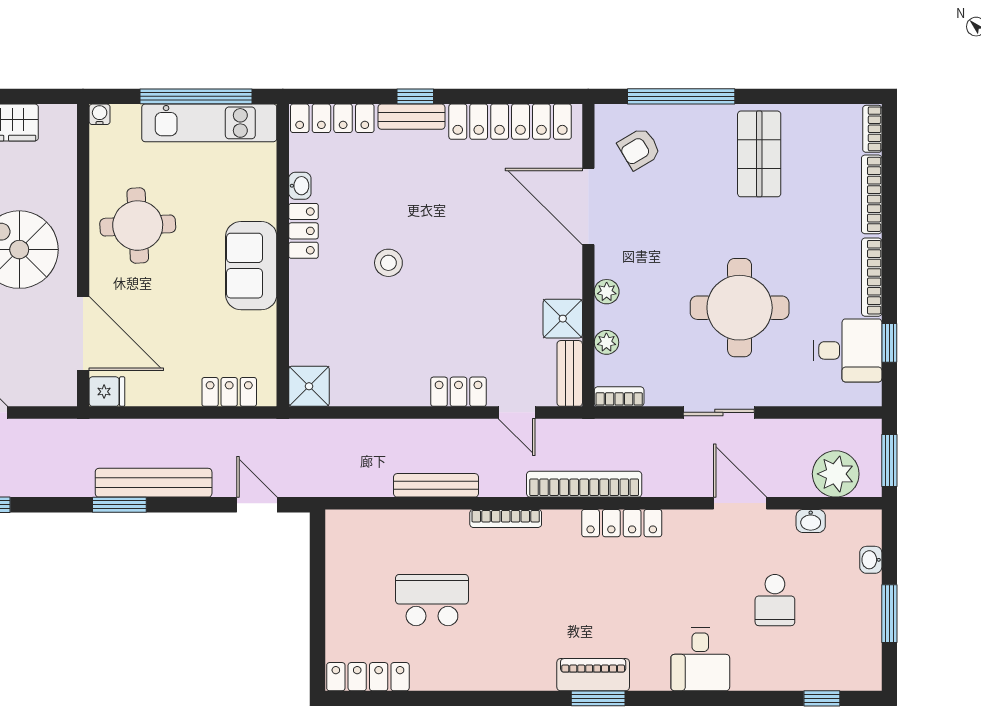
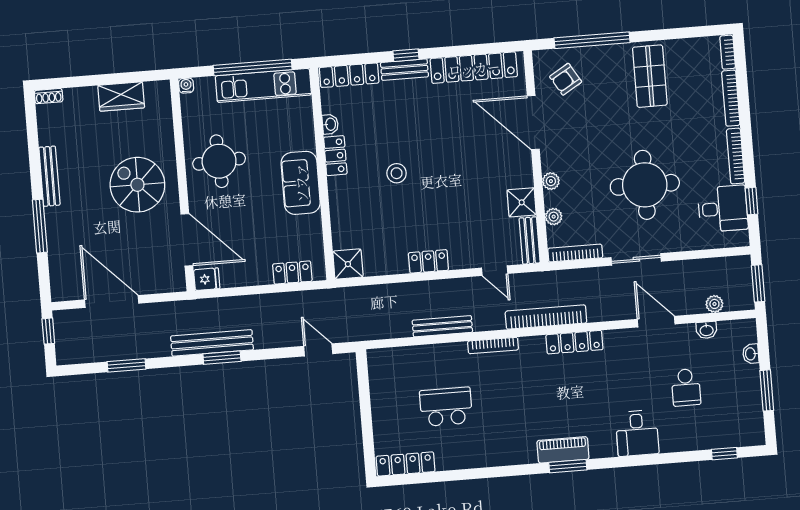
locker: (459, 392) -> (428, 261), moved
bookcase: (619, 397) -> (575, 253), width x1.56
plant: (836, 474) -> (714, 304), width x0.53, depth x0.53
bench: (154, 483) -> (212, 343), moved

